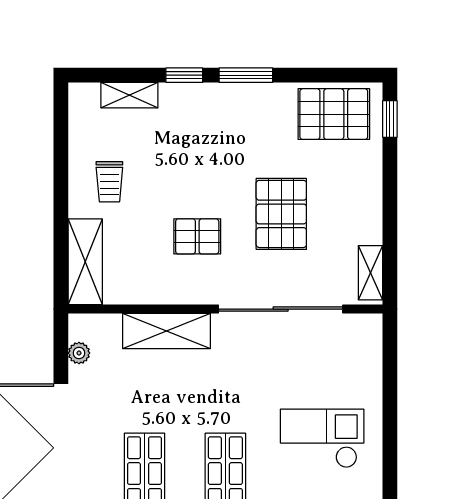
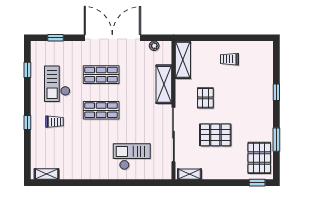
window: (246, 75) -> (276, 140), moved
shelving: (129, 95) -> (268, 68), removed
shelving: (85, 262) -> (183, 60), moved, turned 90
checkout: (322, 438) -> (132, 157), moved, turned -90

